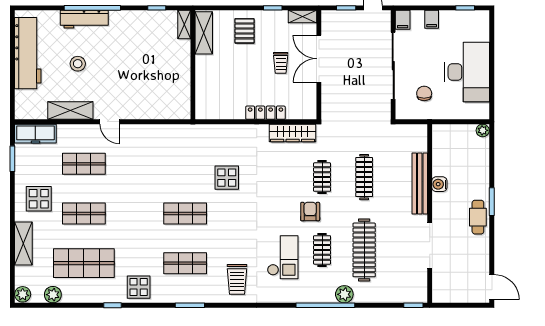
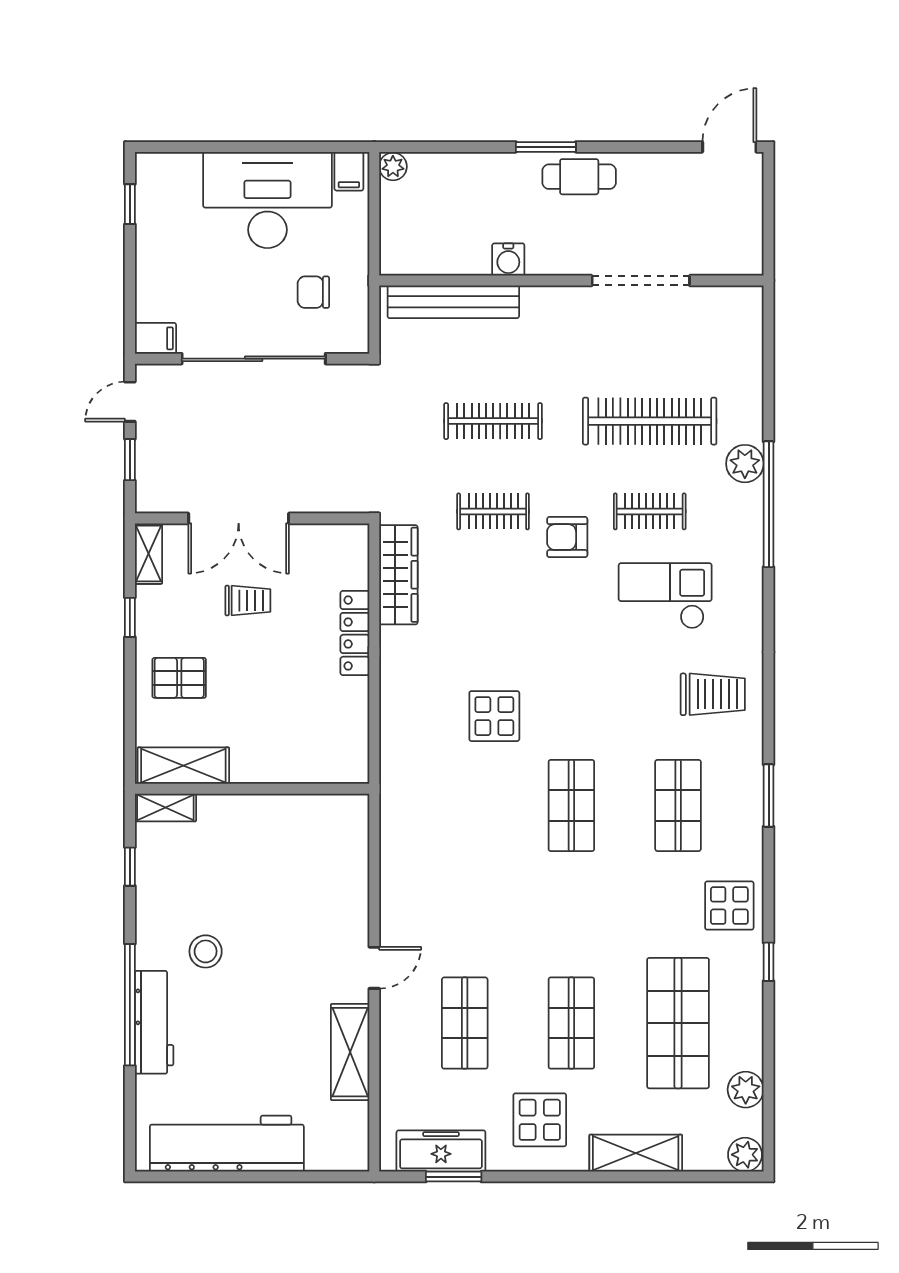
filing cabinet: (432, 19) -> (349, 171), moved, turned 90
stool: (78, 64) -> (206, 951), moved
freezer: (35, 134) -> (441, 1151), moved, turned -90
bench: (420, 184) -> (453, 302), moved
window: (413, 305) -> (769, 315), removed

